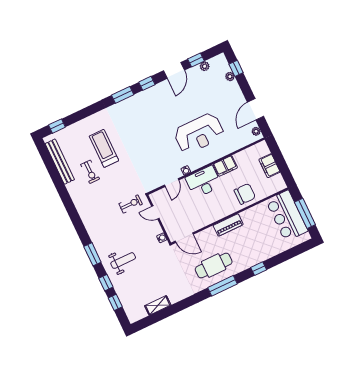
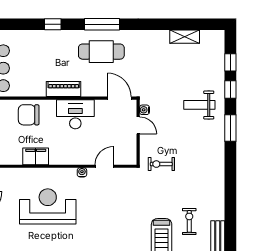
desk: (203, 182) -> (75, 114), moved, turned 180
door: (155, 212) -> (138, 125), moved

